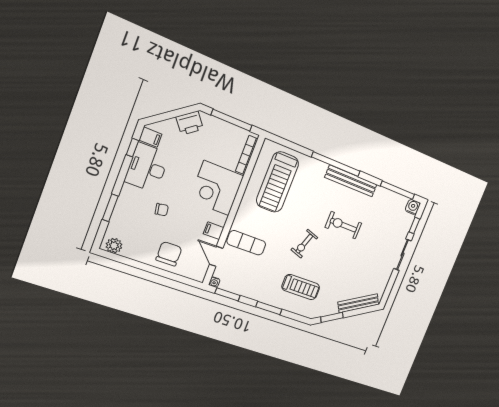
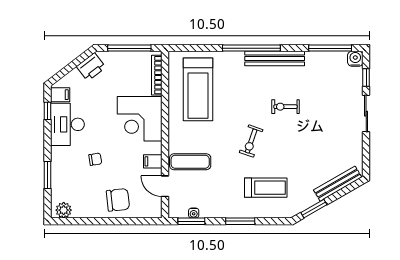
exercise bike: (343, 225) -> (285, 107), width x0.73, depth x0.72
chair: (169, 254) -> (118, 200), turned 84
water cooler: (214, 282) -> (194, 213), moved

